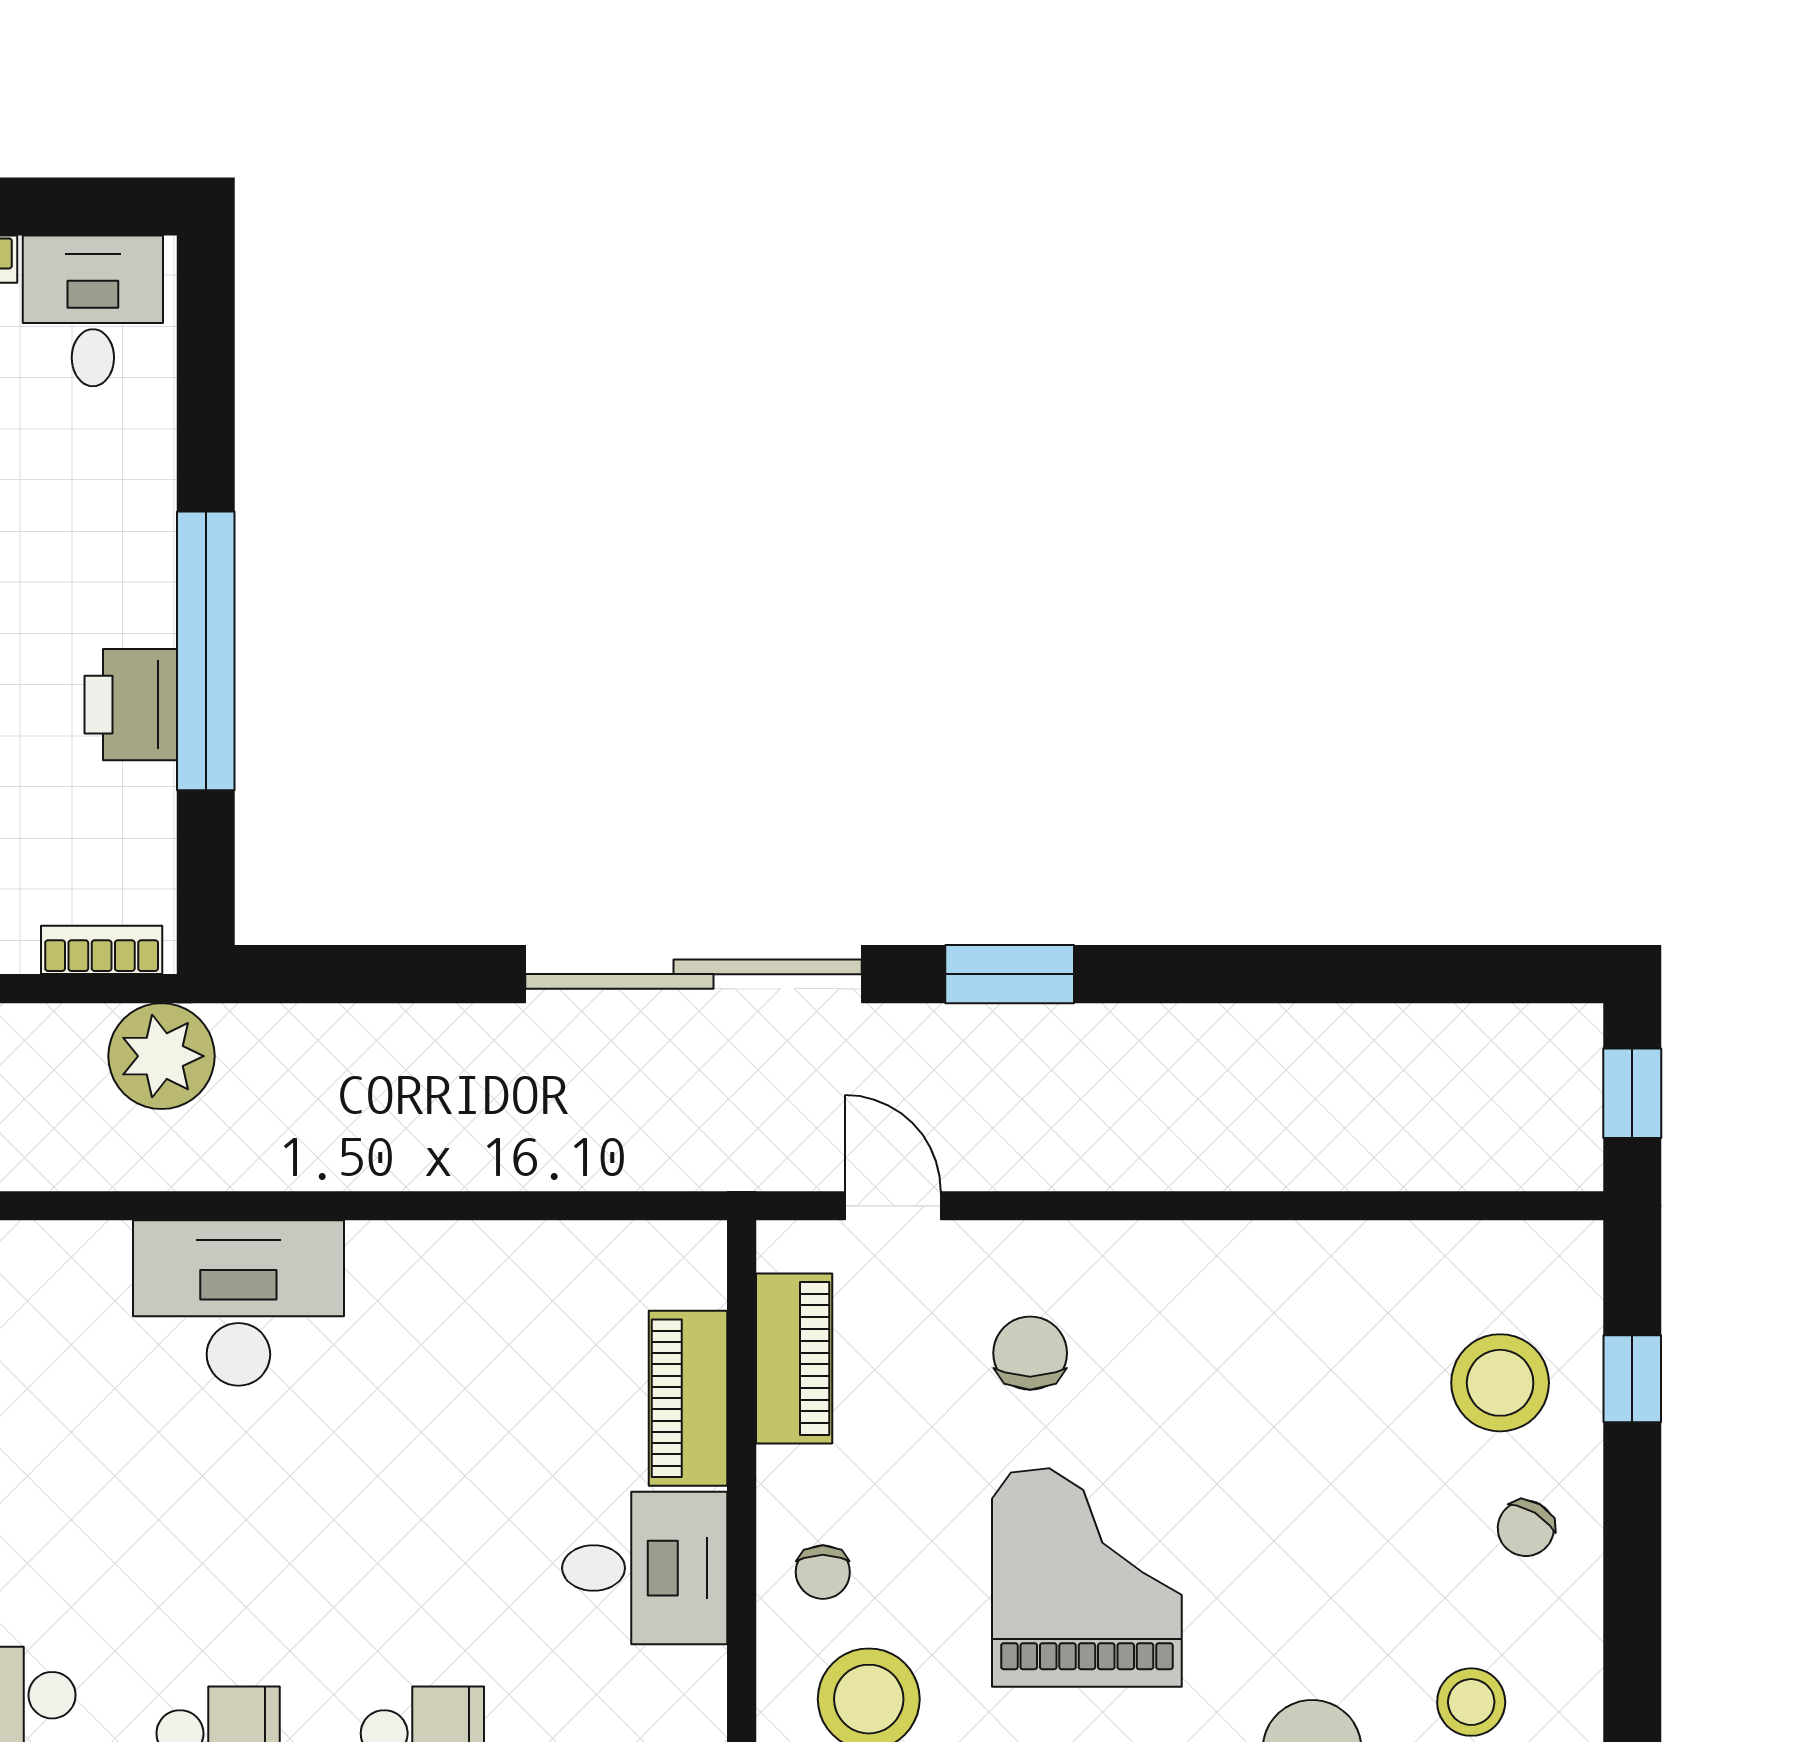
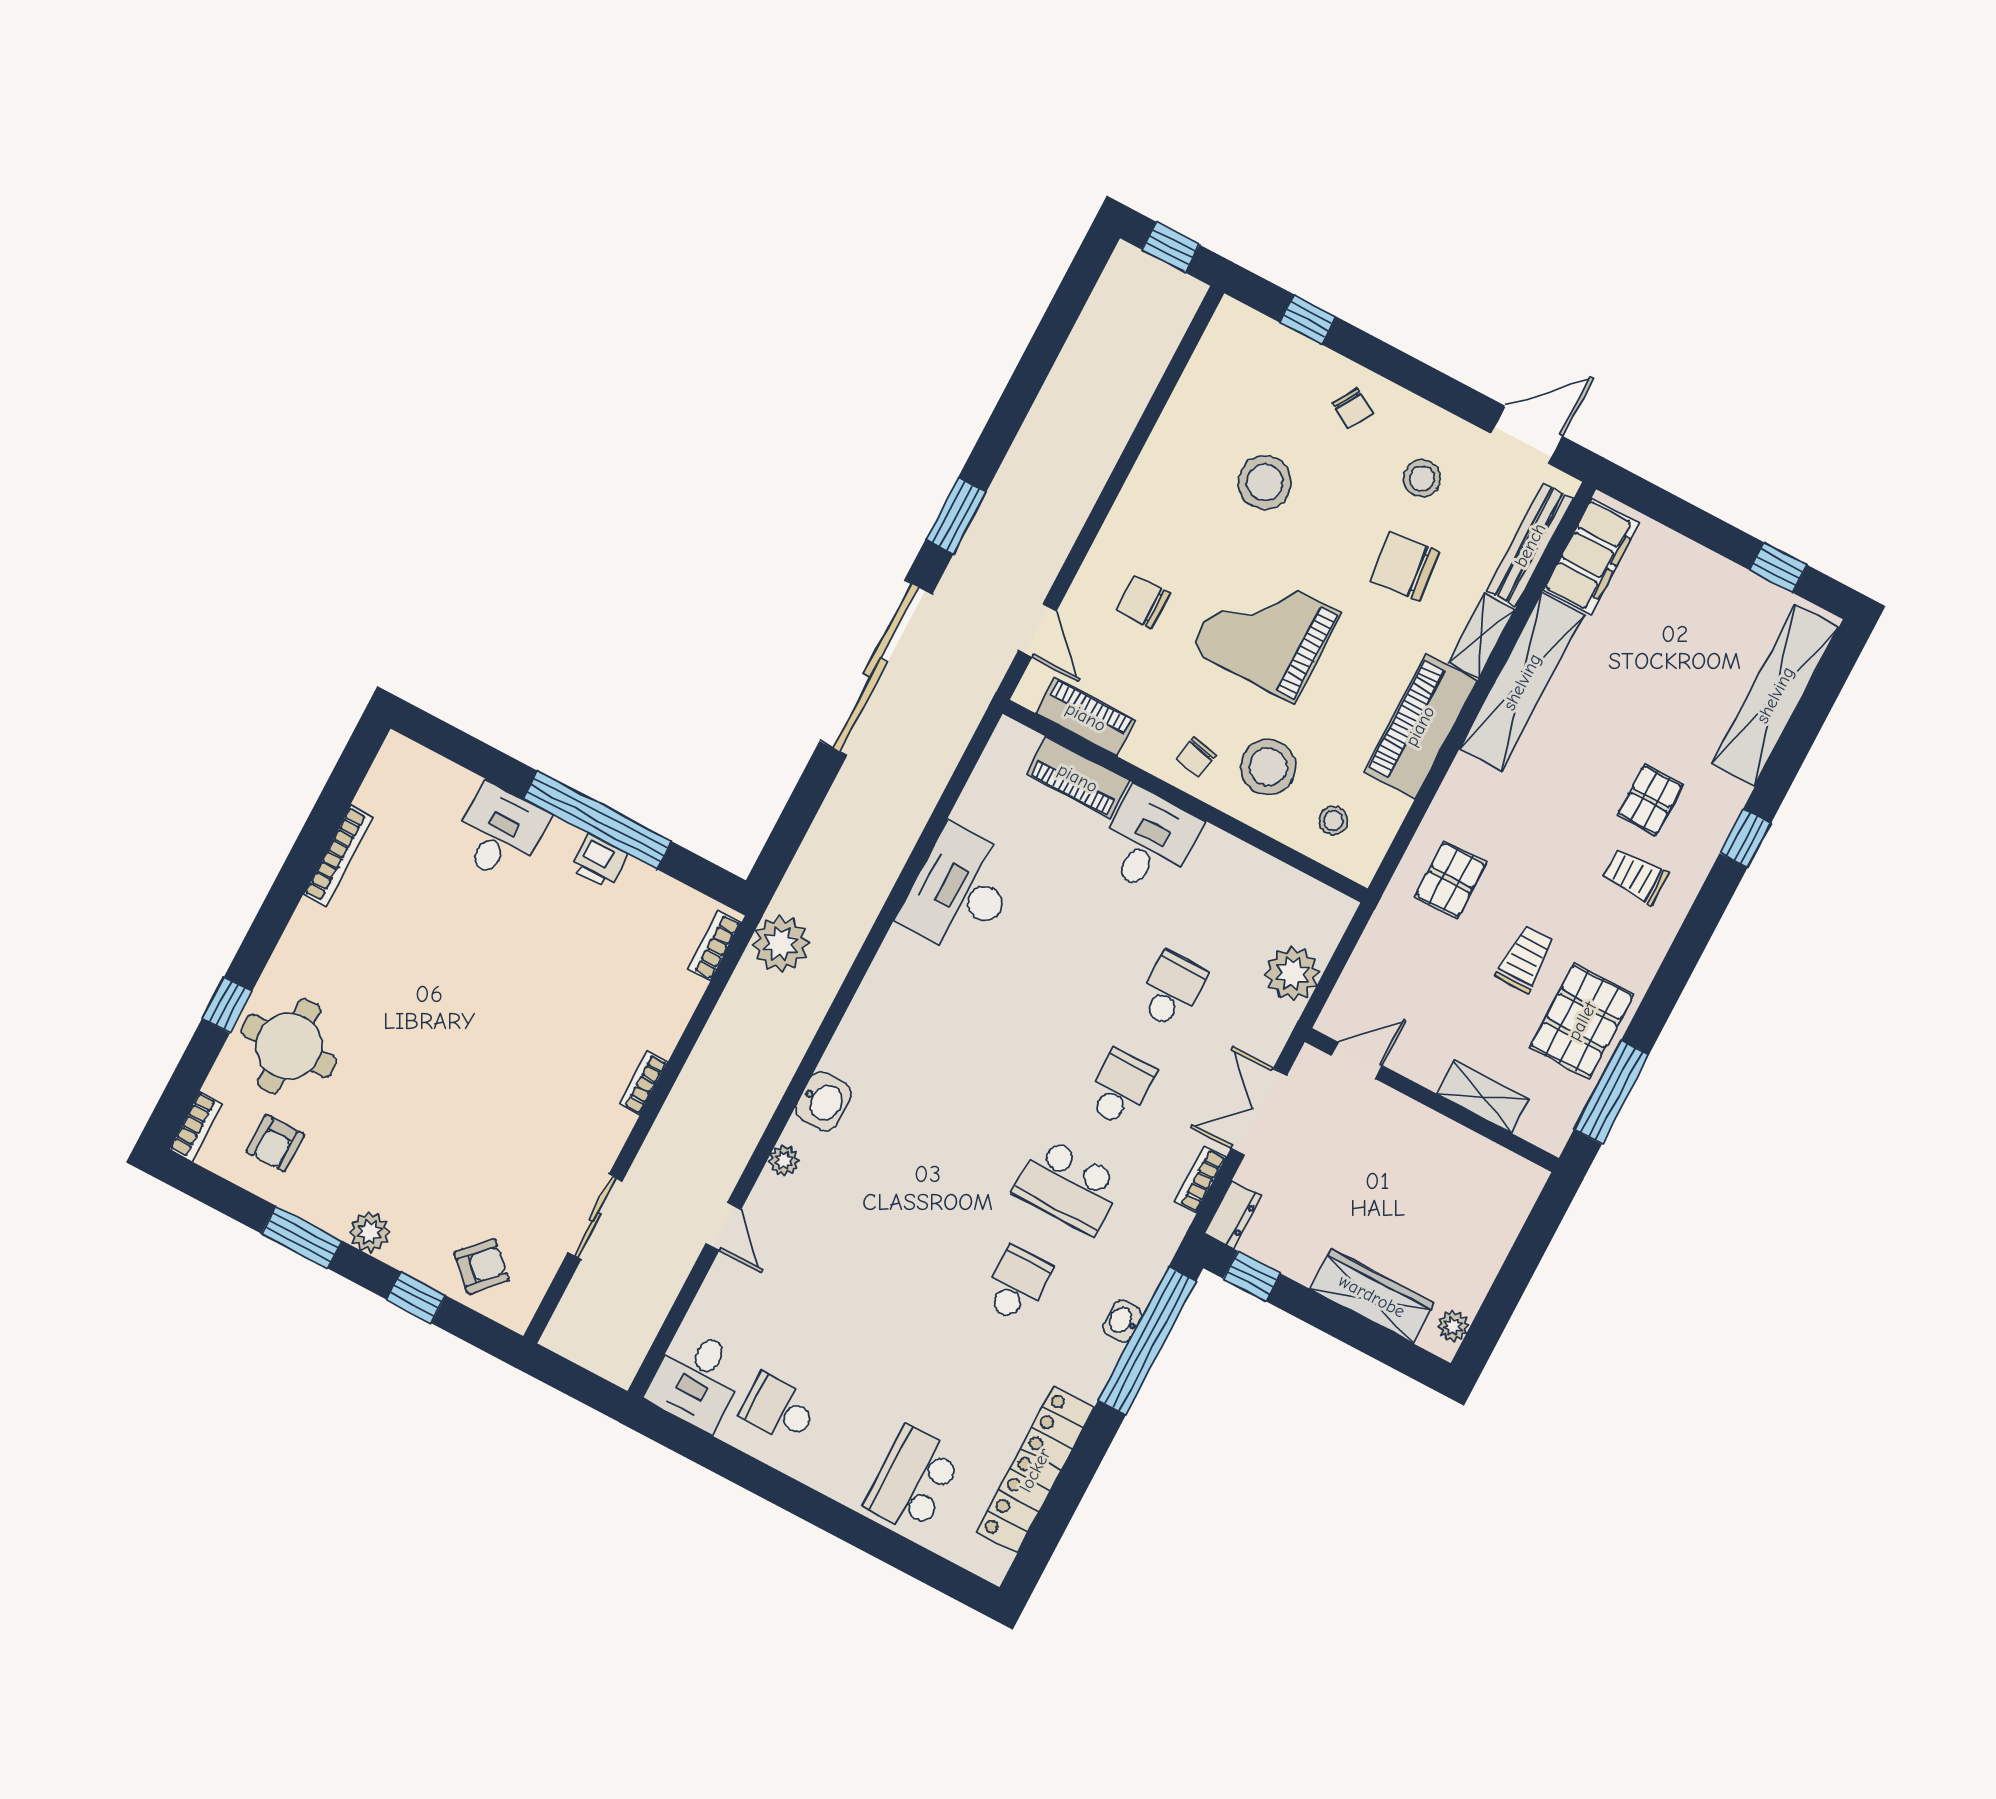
desk: (93, 311) -> (500, 833), moved, turned 90
printer: (131, 705) -> (599, 861), width x0.73, depth x0.81
door: (893, 1206) -> (1037, 631), swing flipped
desk: (238, 1303) -> (960, 891), moved
stool: (1500, 1383) -> (1265, 482), moved
chair: (823, 1572) -> (1196, 757), turned 103

